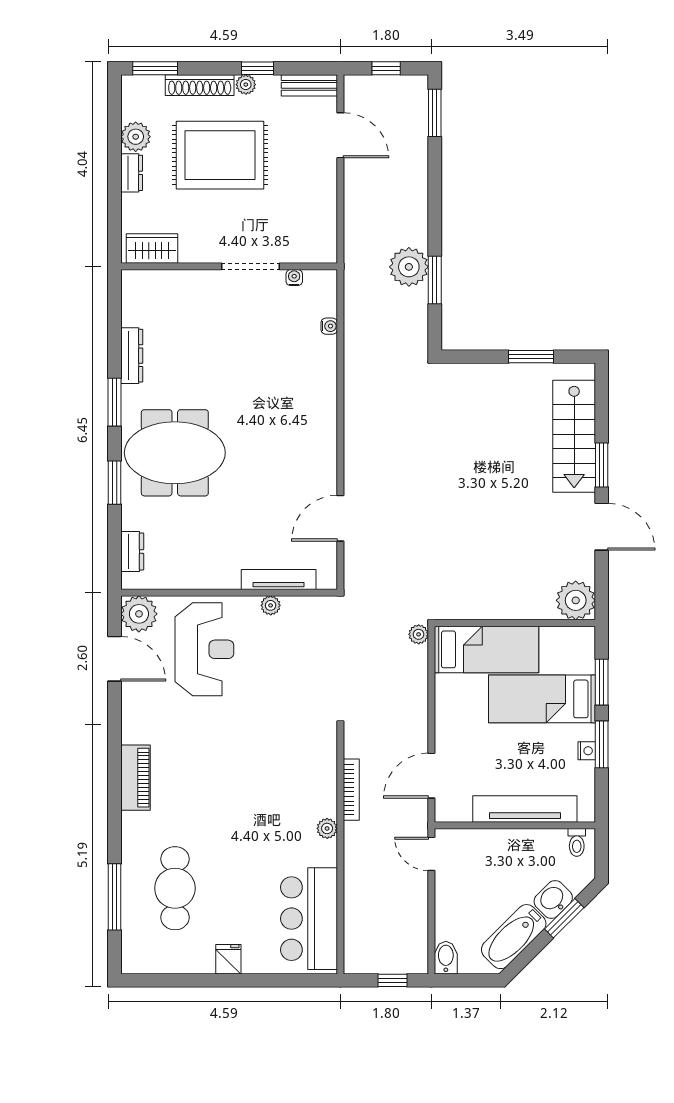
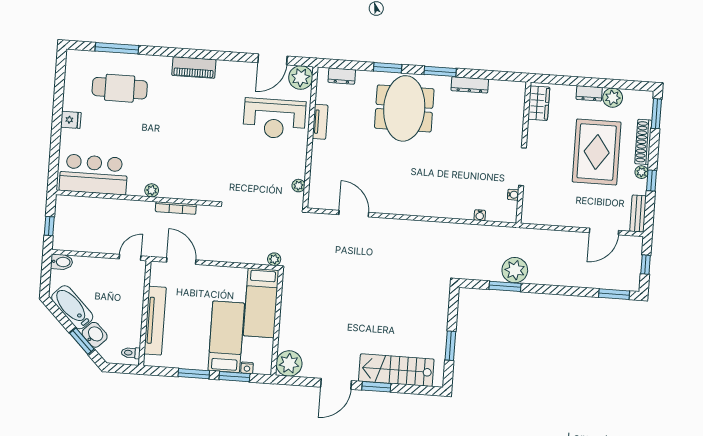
tv unit: (279, 580) -> (320, 122), moved, width x0.71
plant: (271, 605) -> (298, 186), moved
nightstand: (587, 751) -> (247, 368), moved

